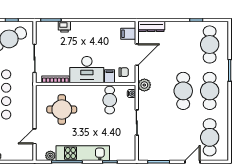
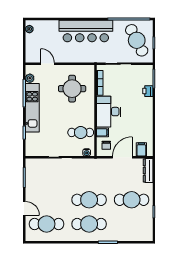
cafe table: (210, 44) -> (132, 200), moved
door: (137, 55) -> (122, 157), swing flipped
plant: (144, 85) -> (94, 164), removed

